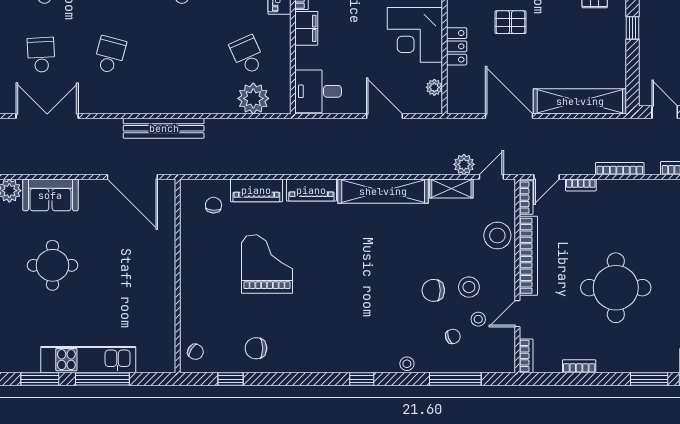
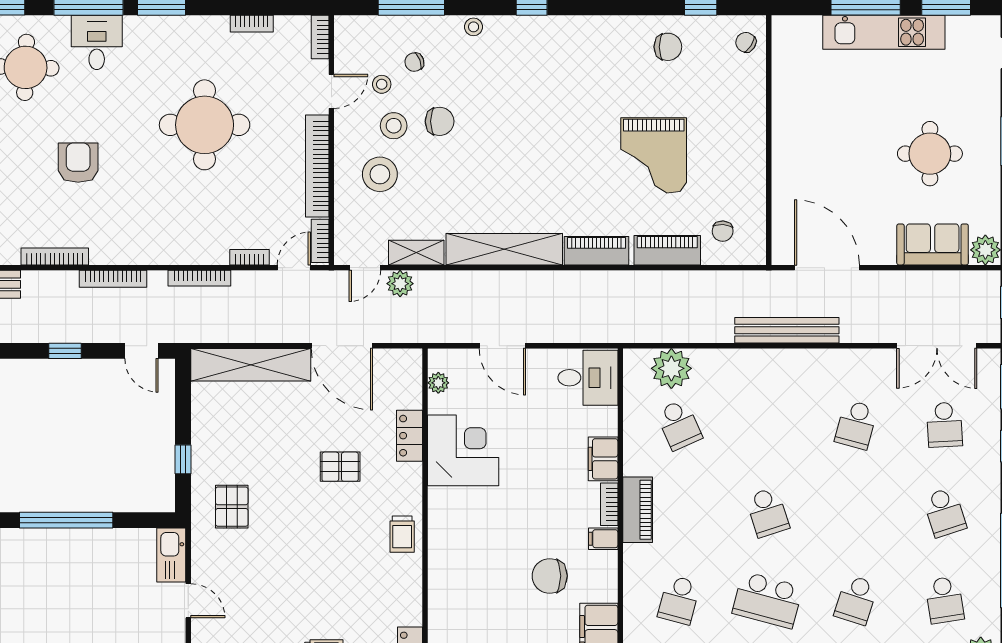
stool: (497, 236) -> (380, 174), moved

